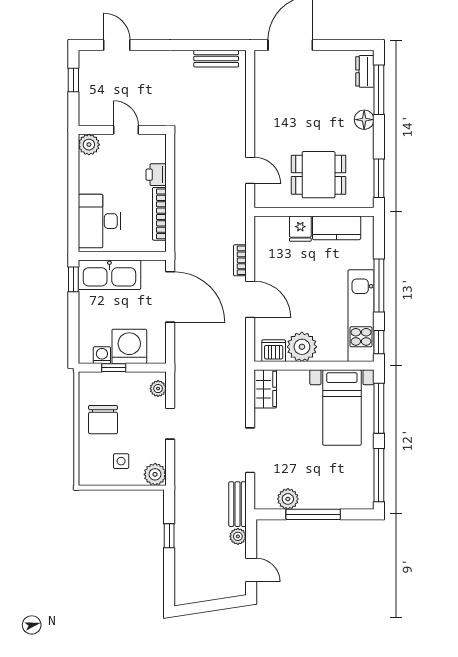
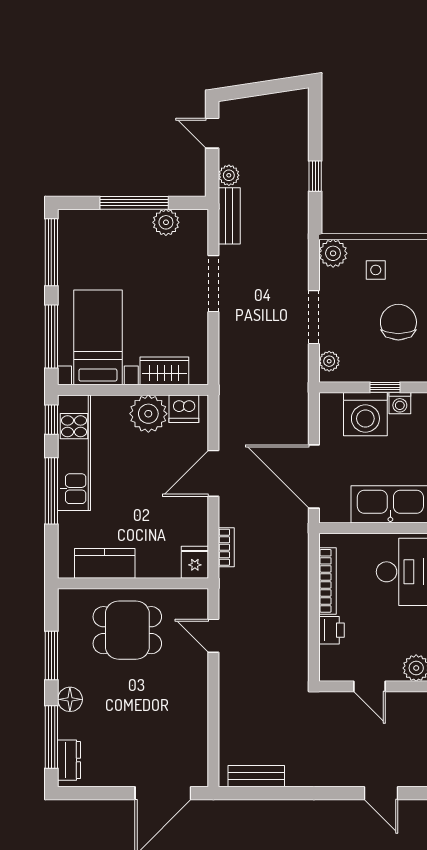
window: (379, 178) -> (51, 655), moved
fridge: (300, 229) -> (195, 562), moved
bookcase: (240, 260) -> (226, 547), moved
door: (250, 299) -> (213, 473), hinge flipped
wardrobe: (265, 389) -> (164, 371), moved, turned 90
doorway: (170, 424) -> (314, 317), width x1.38

